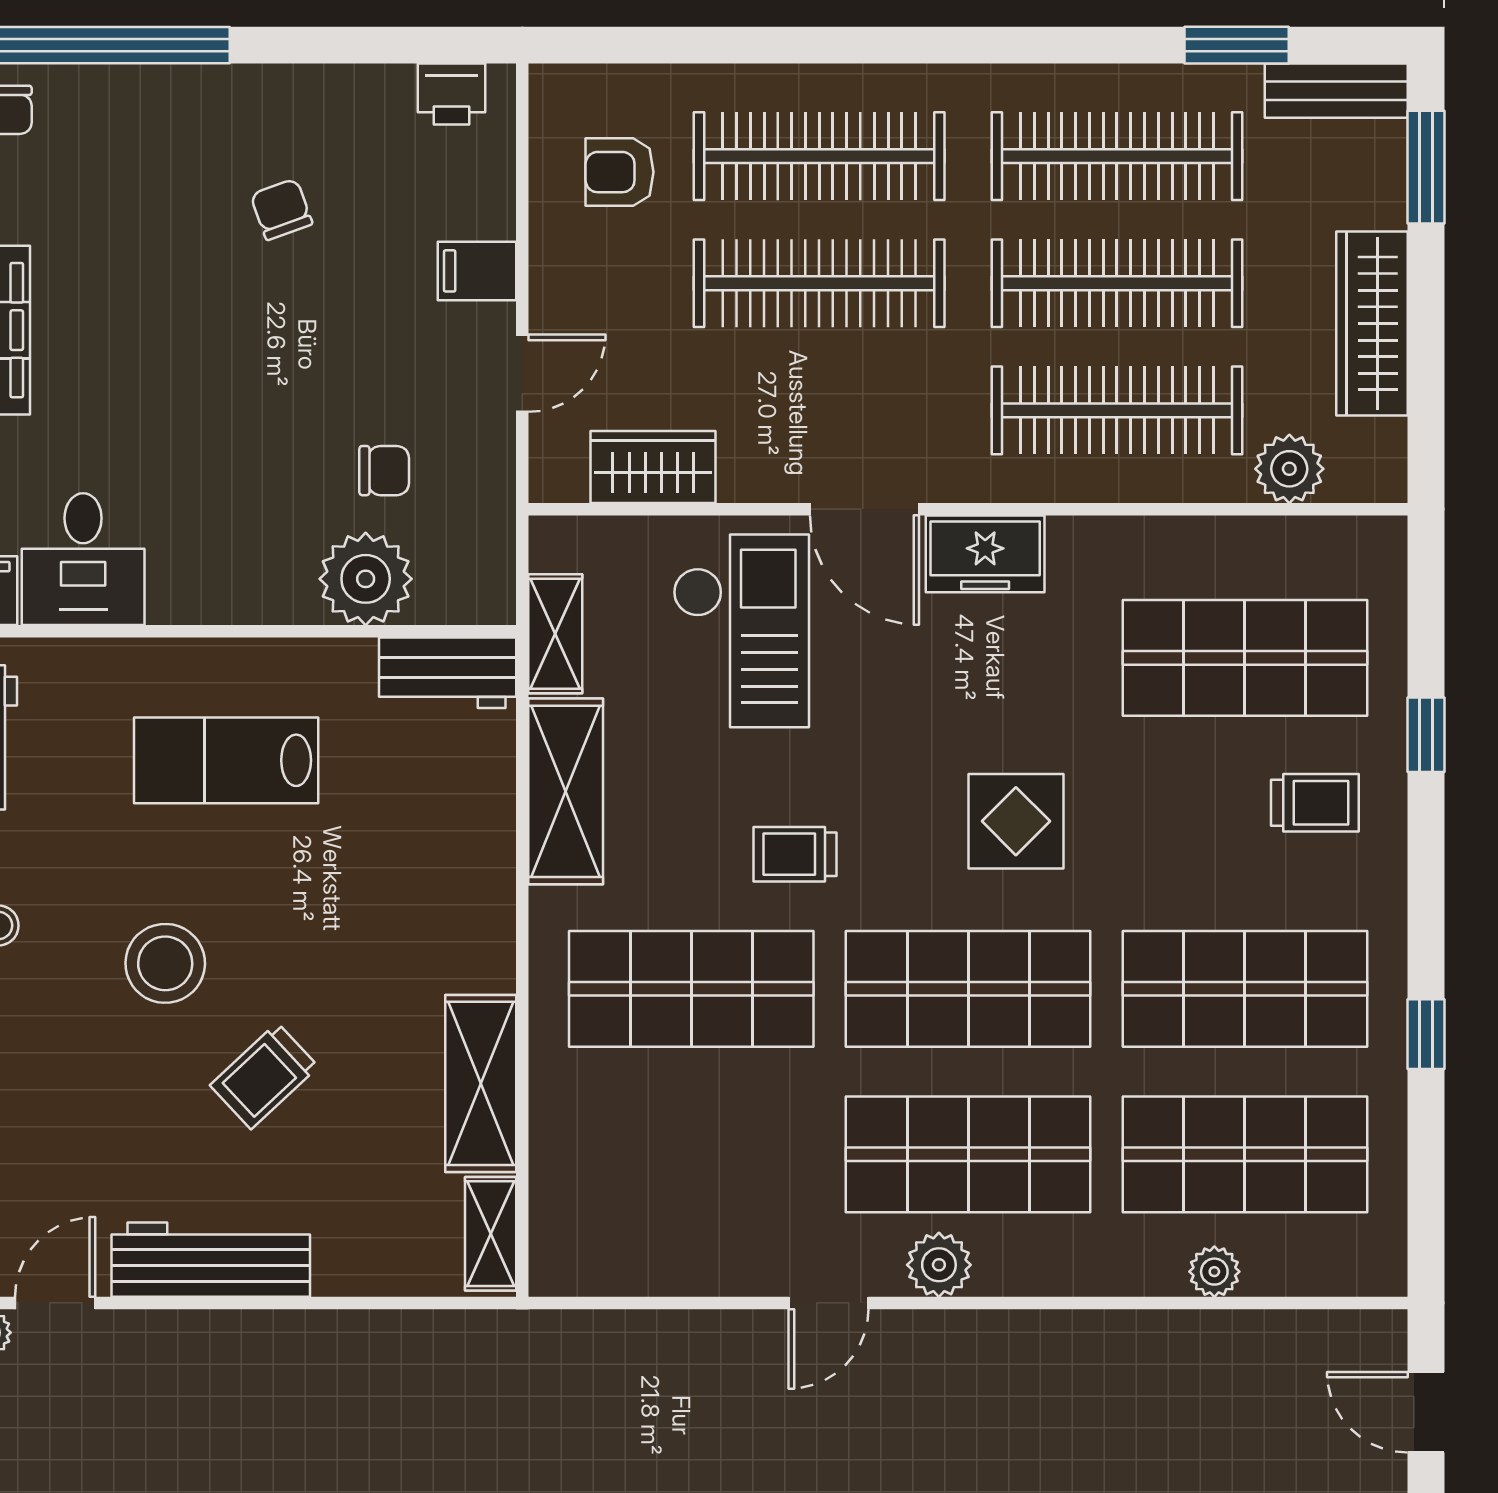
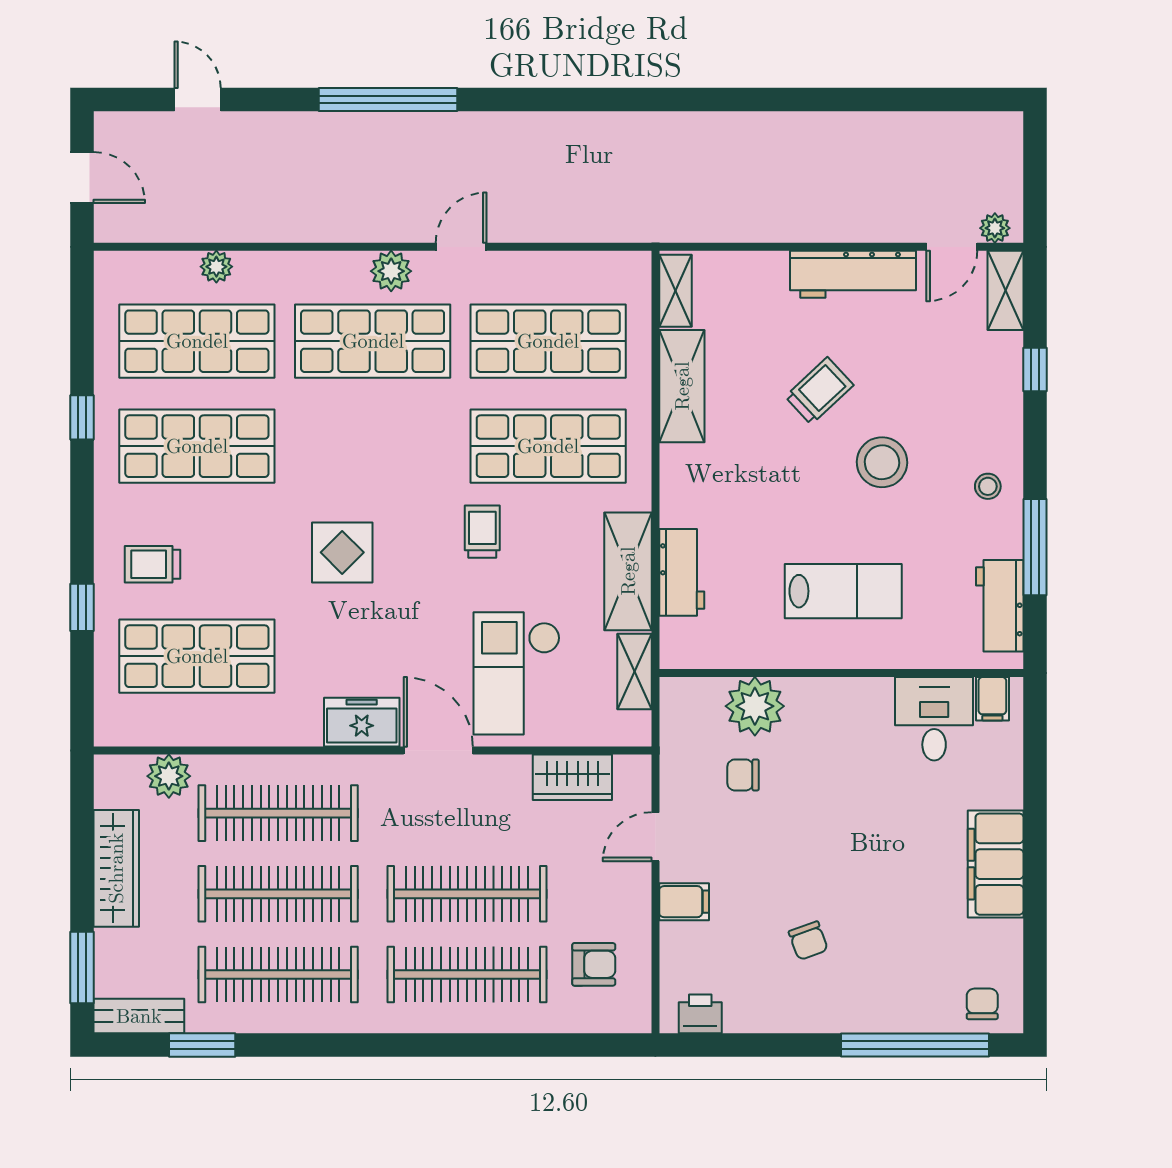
workbench: (448, 673) -> (682, 572), moved, turned 90
trolley: (795, 854) -> (482, 532), turned -90
shop shelf: (968, 989) -> (548, 341), moved

